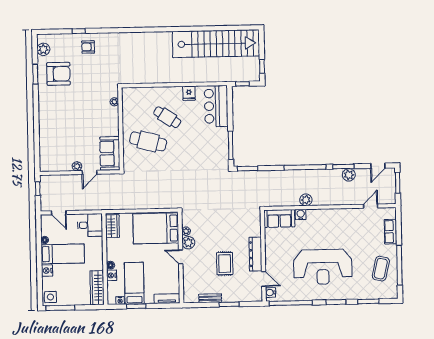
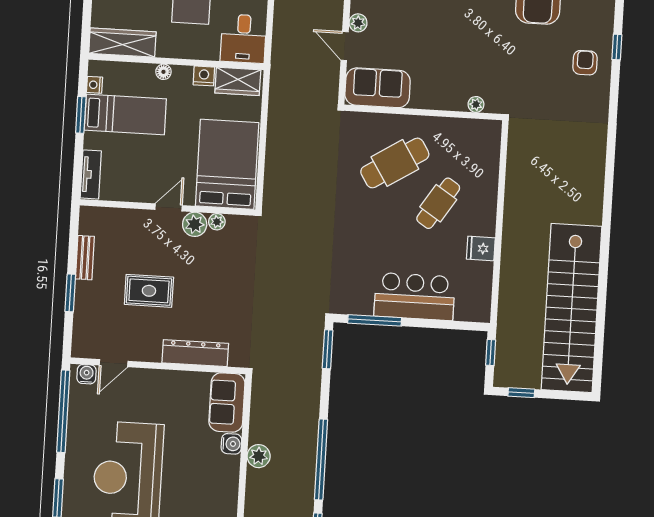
bar counter: (216, 106) -> (415, 296), moved
cafe table: (148, 141) -> (395, 163), turned 43
dresser: (255, 254) -> (195, 353), moved
nightstand: (112, 275) -> (204, 76), moved

